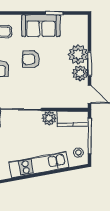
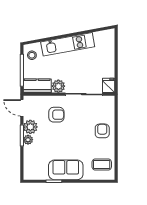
plant: (78, 54) -> (28, 140), width x0.53, depth x0.53
armchair: (31, 59) -> (56, 115), moved

